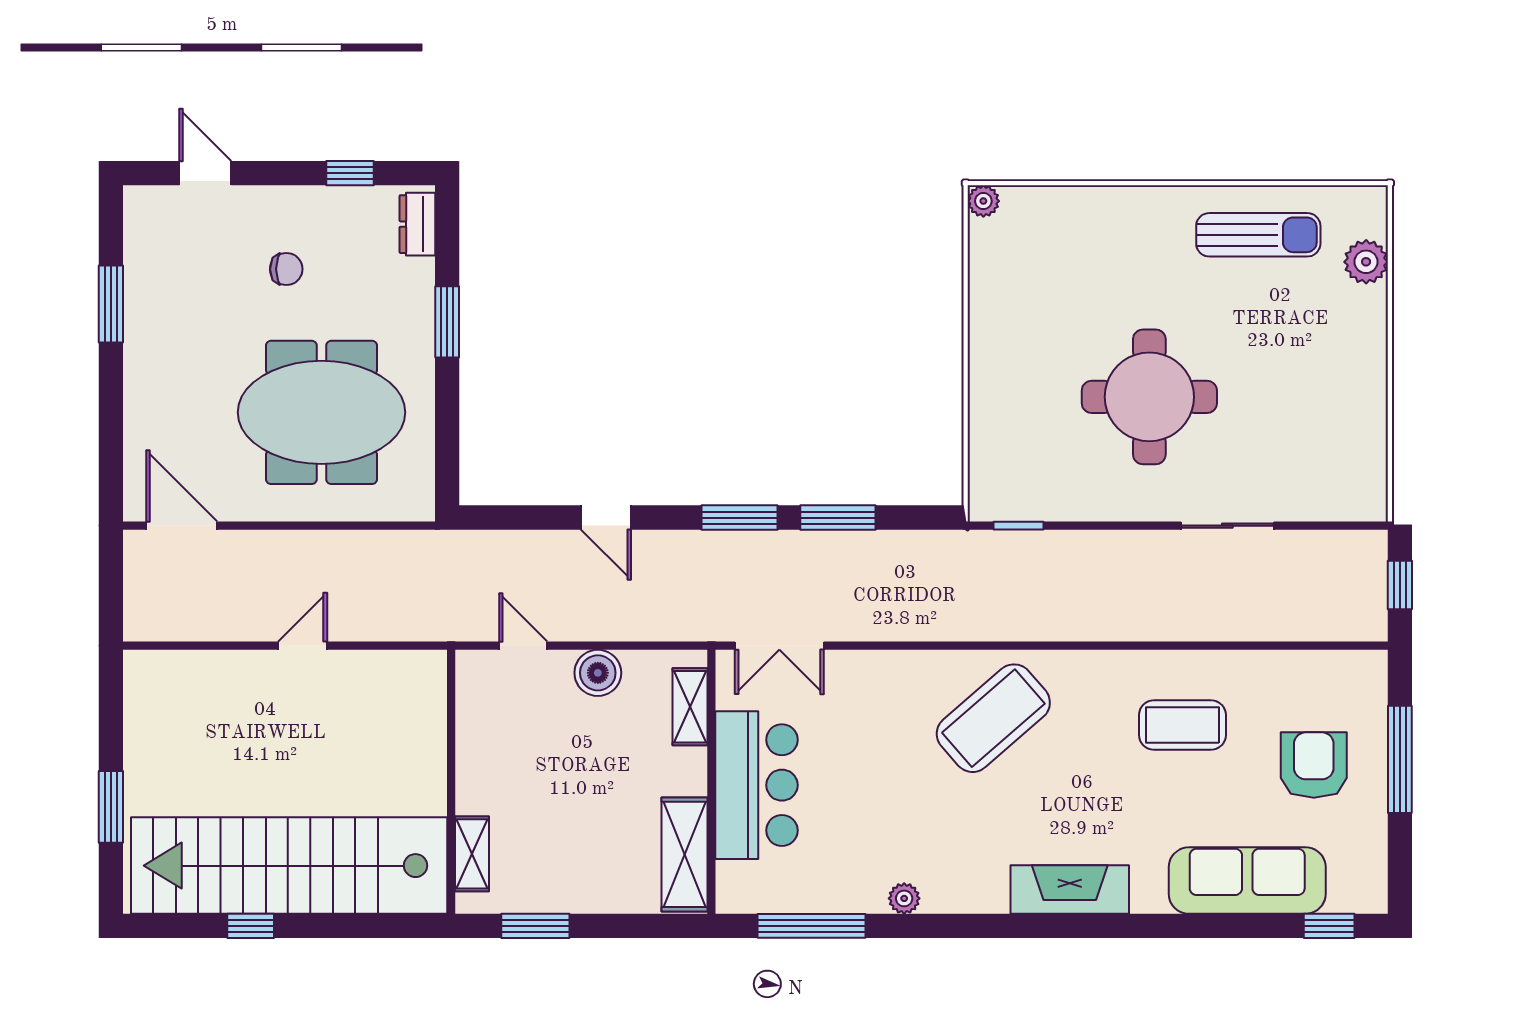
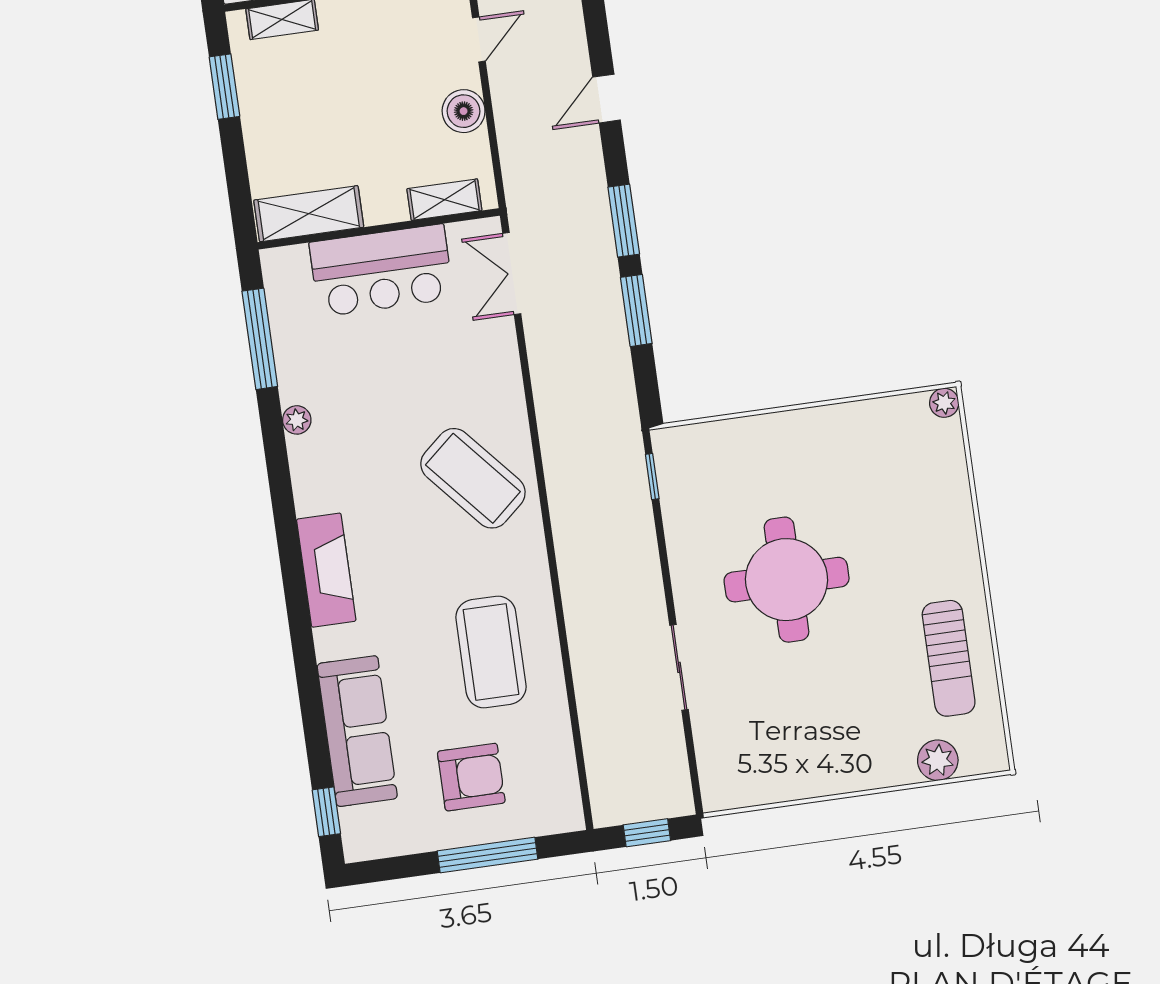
coffee table: (1182, 725) -> (491, 652), width x1.36, depth x1.32

